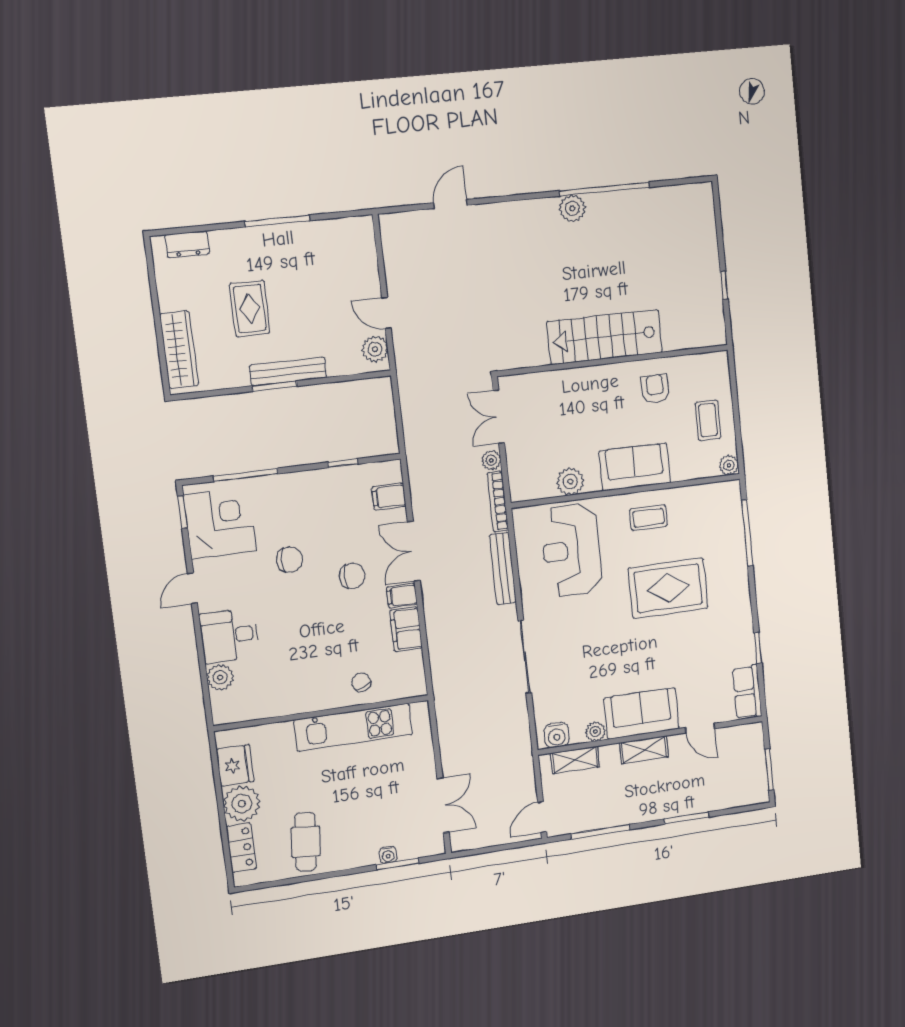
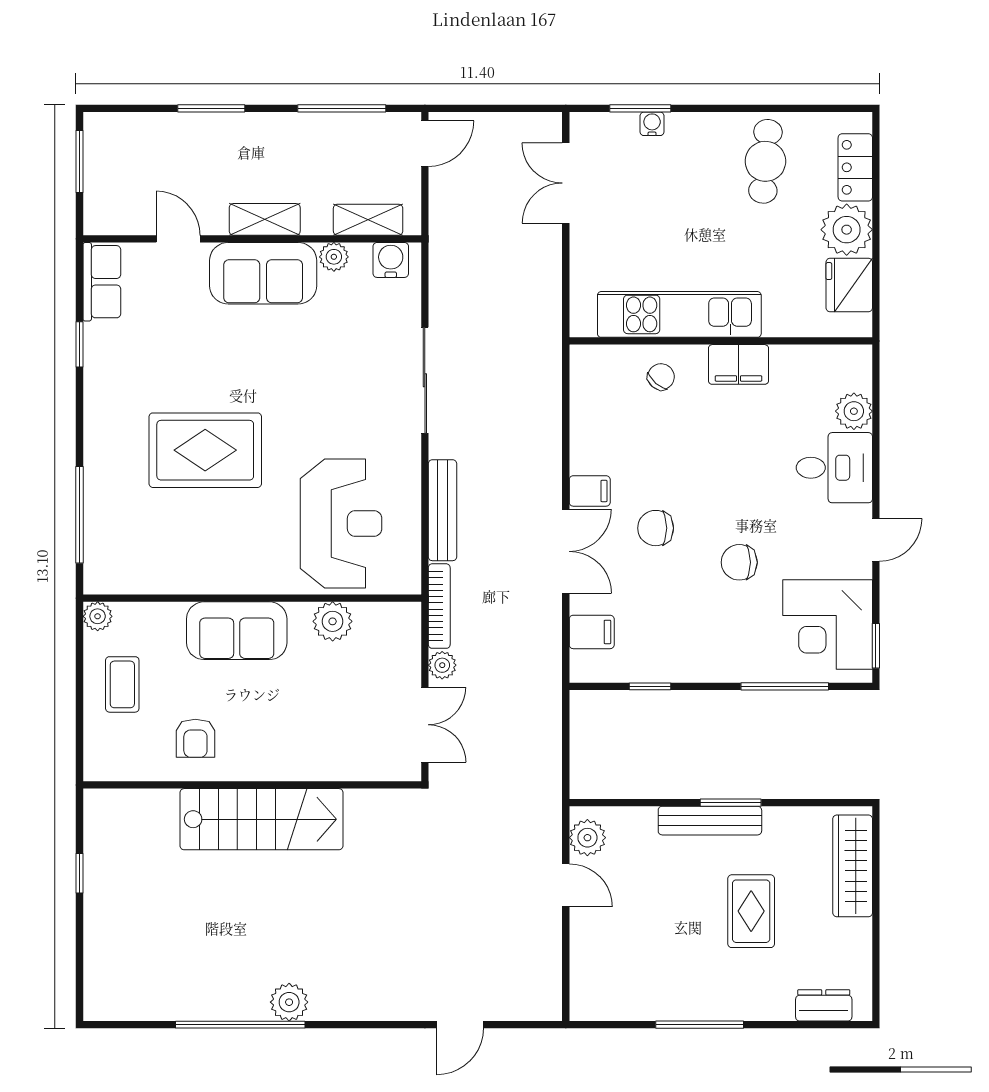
coffee table: (648, 518) -> (224, 556), removed
filing cabinet: (406, 629) -> (738, 364), moved, turned 90
chair: (361, 682) -> (661, 377), turned -120

